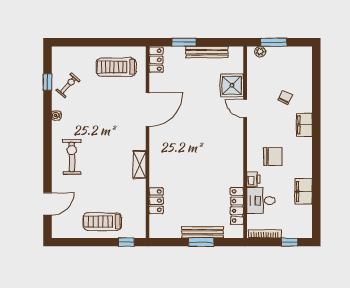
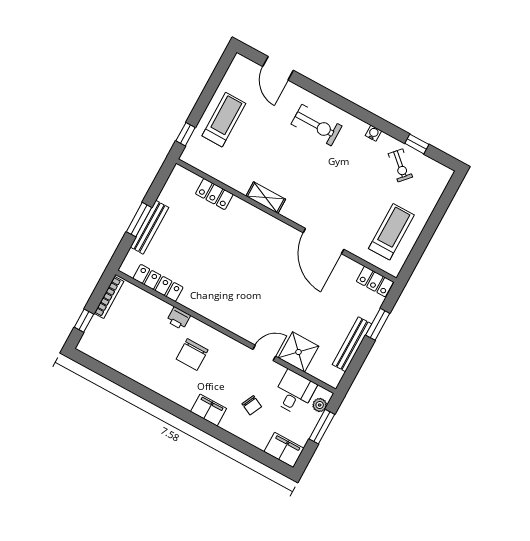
filing cabinet: (304, 191) -> (284, 450), moved
desk: (261, 200) -> (294, 393), moved

